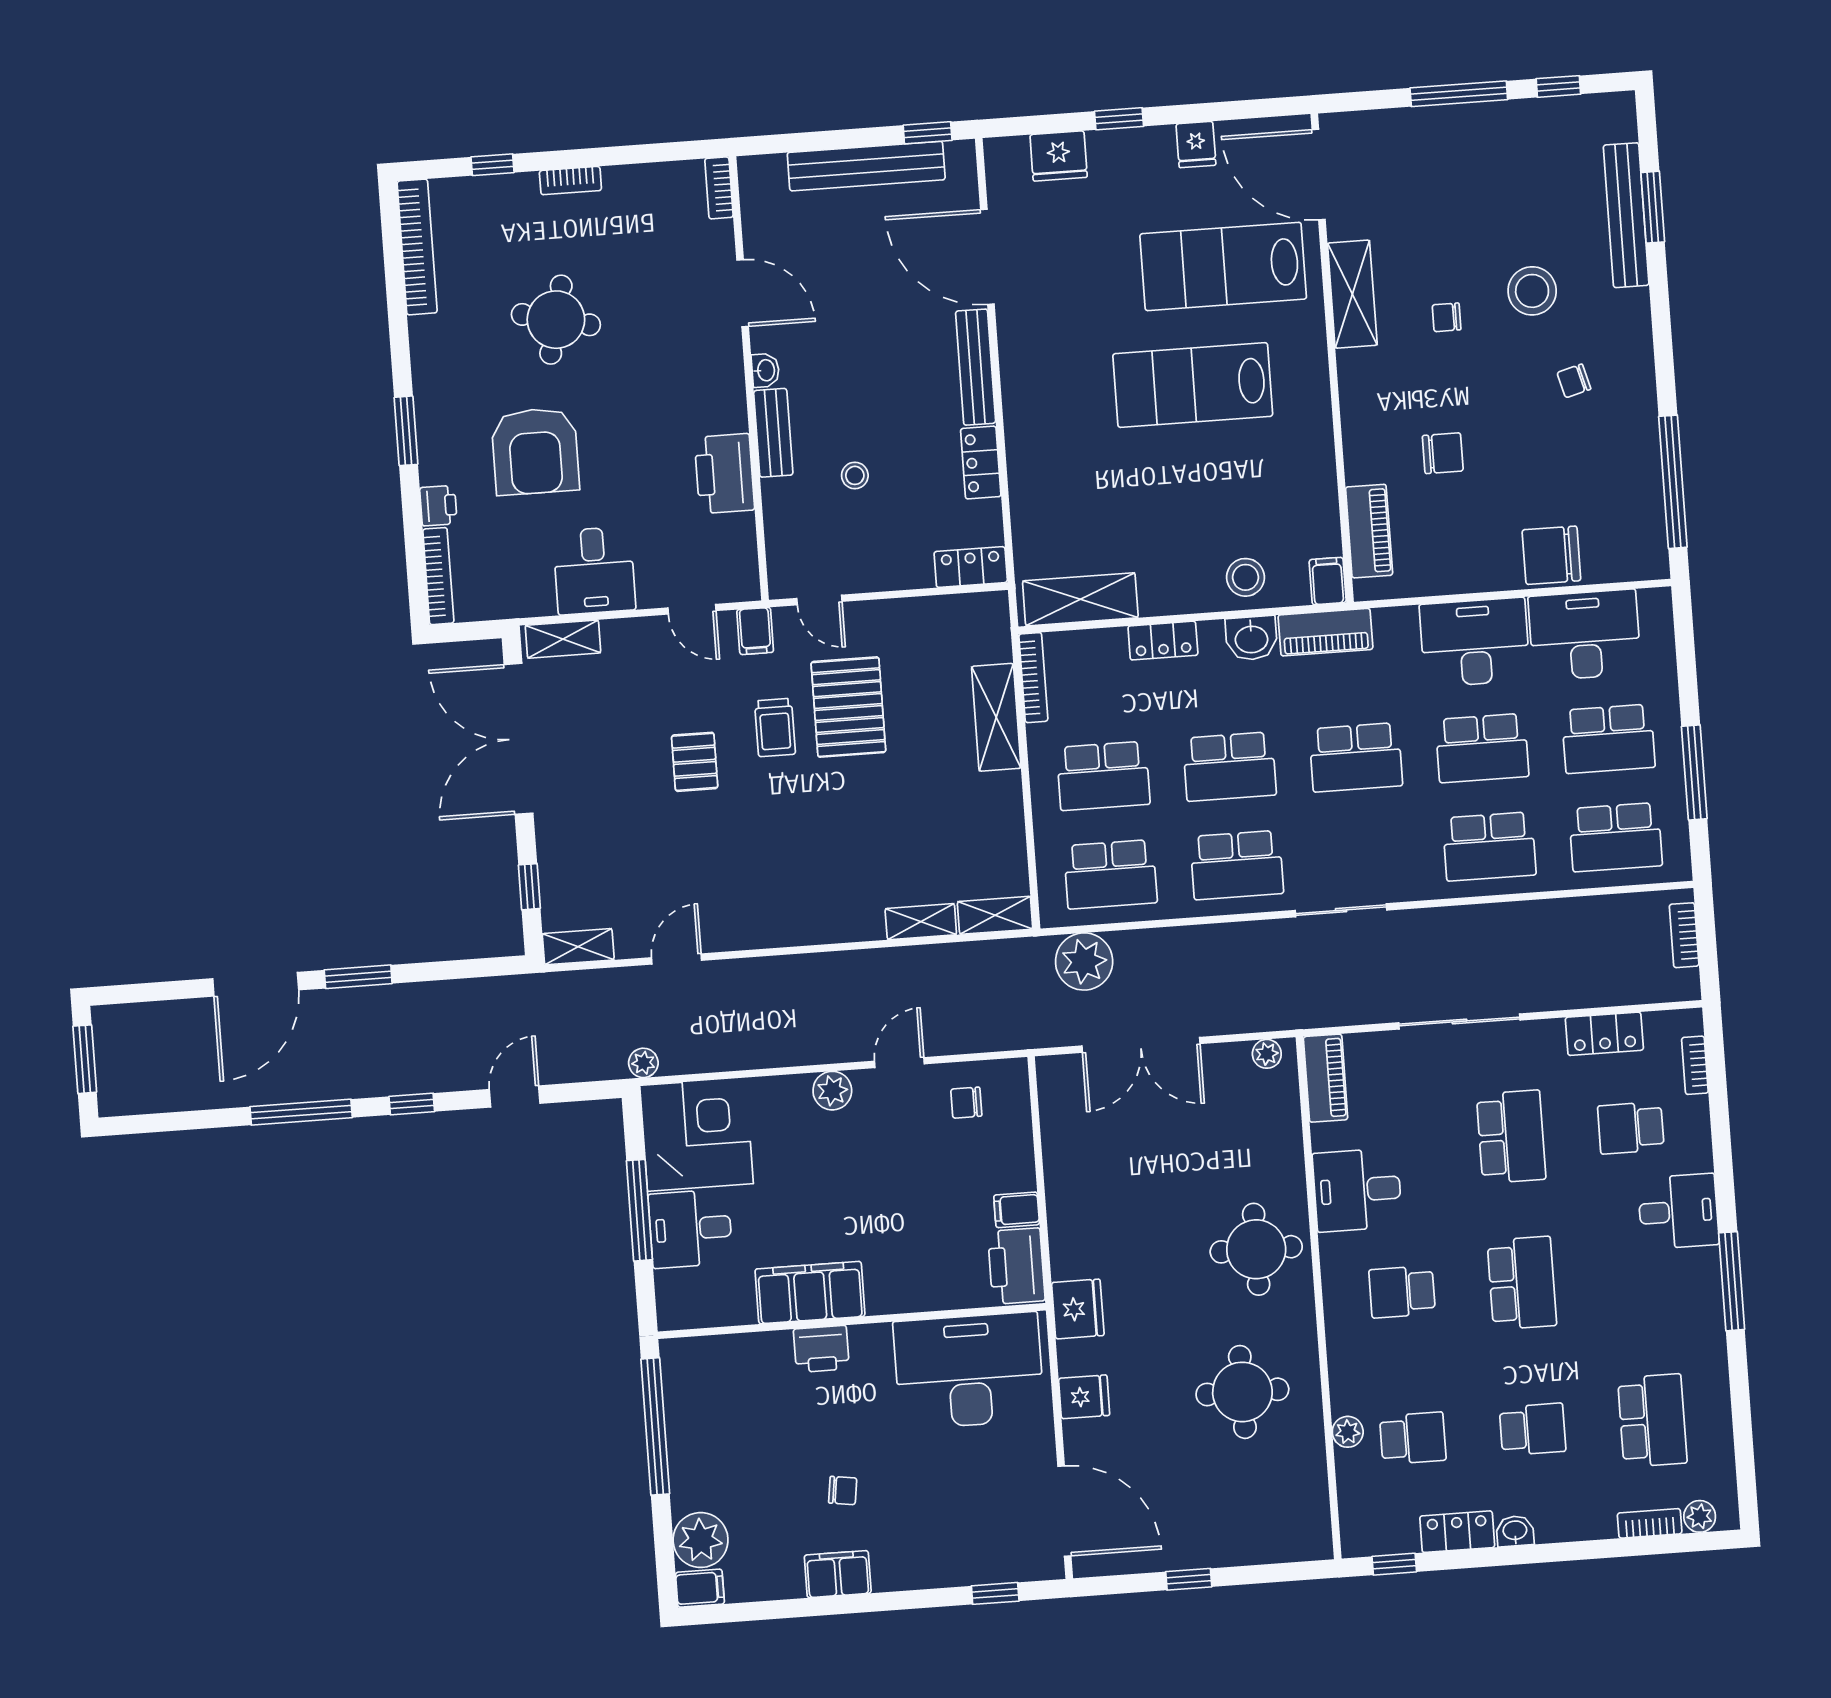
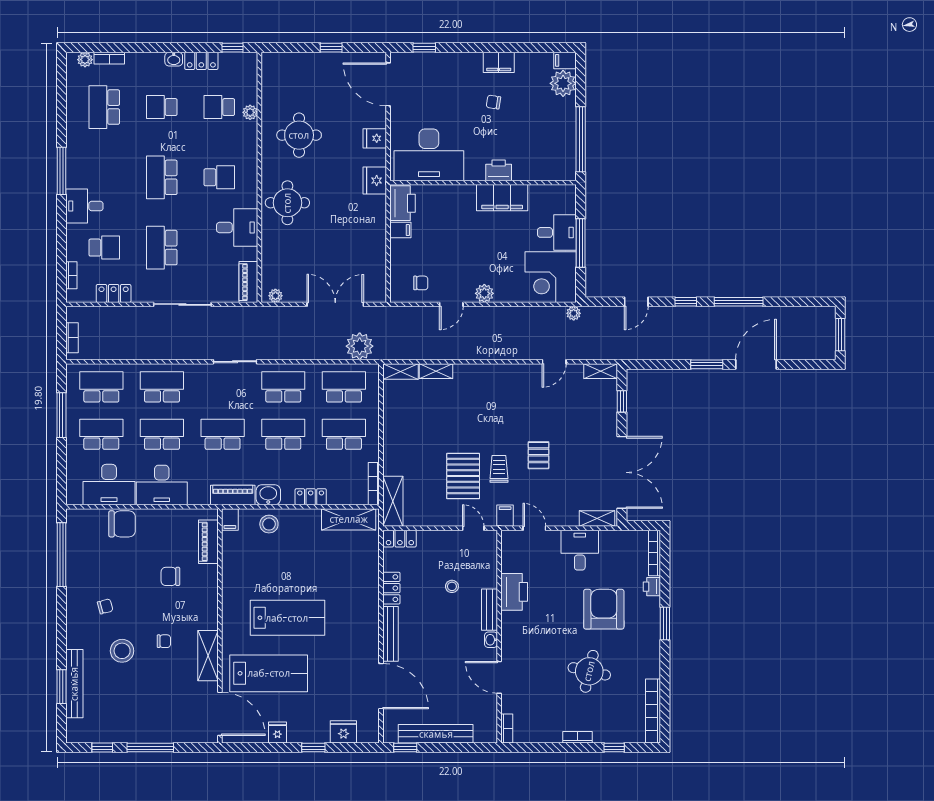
shelving: (996, 717) -> (393, 501), moved

